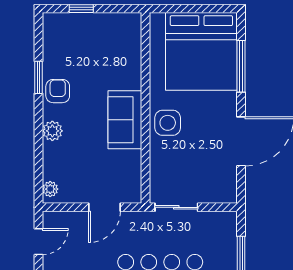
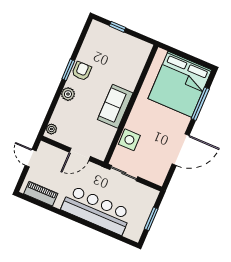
window: (39, 77) -> (68, 70), moved
side table: (168, 123) -> (129, 140), moved
door: (39, 242) -> (31, 158), swing flipped

